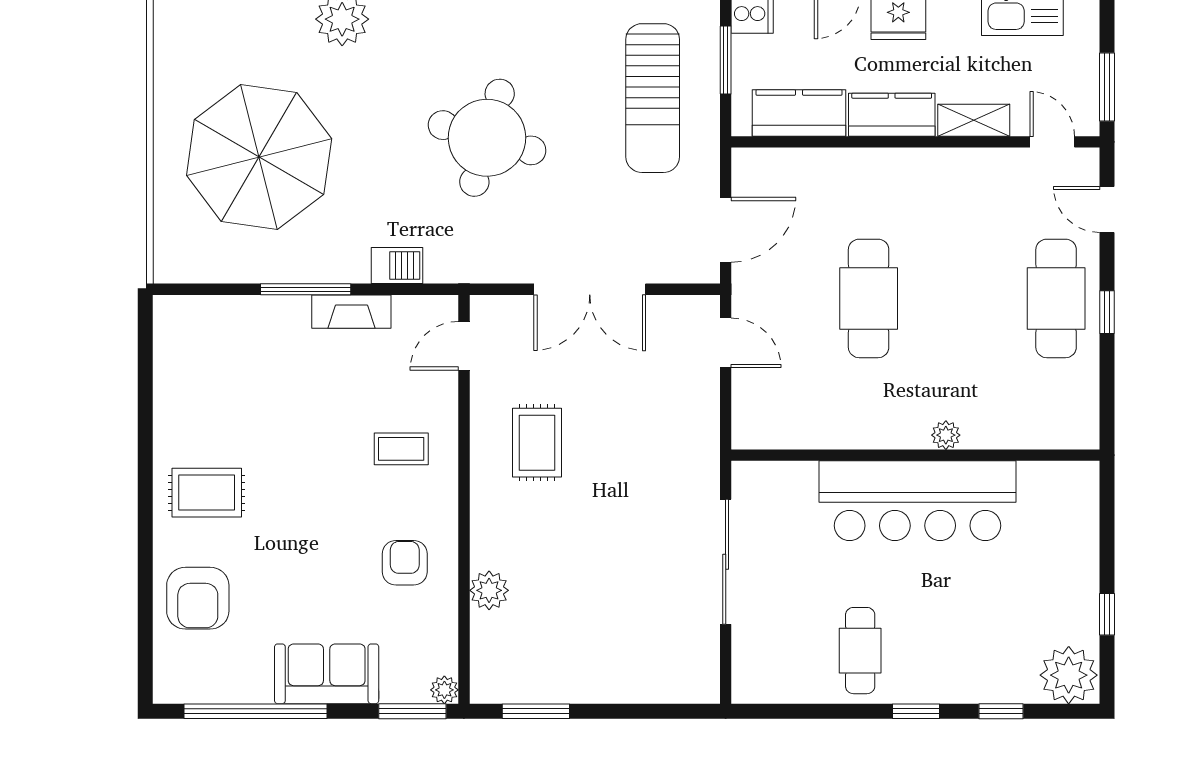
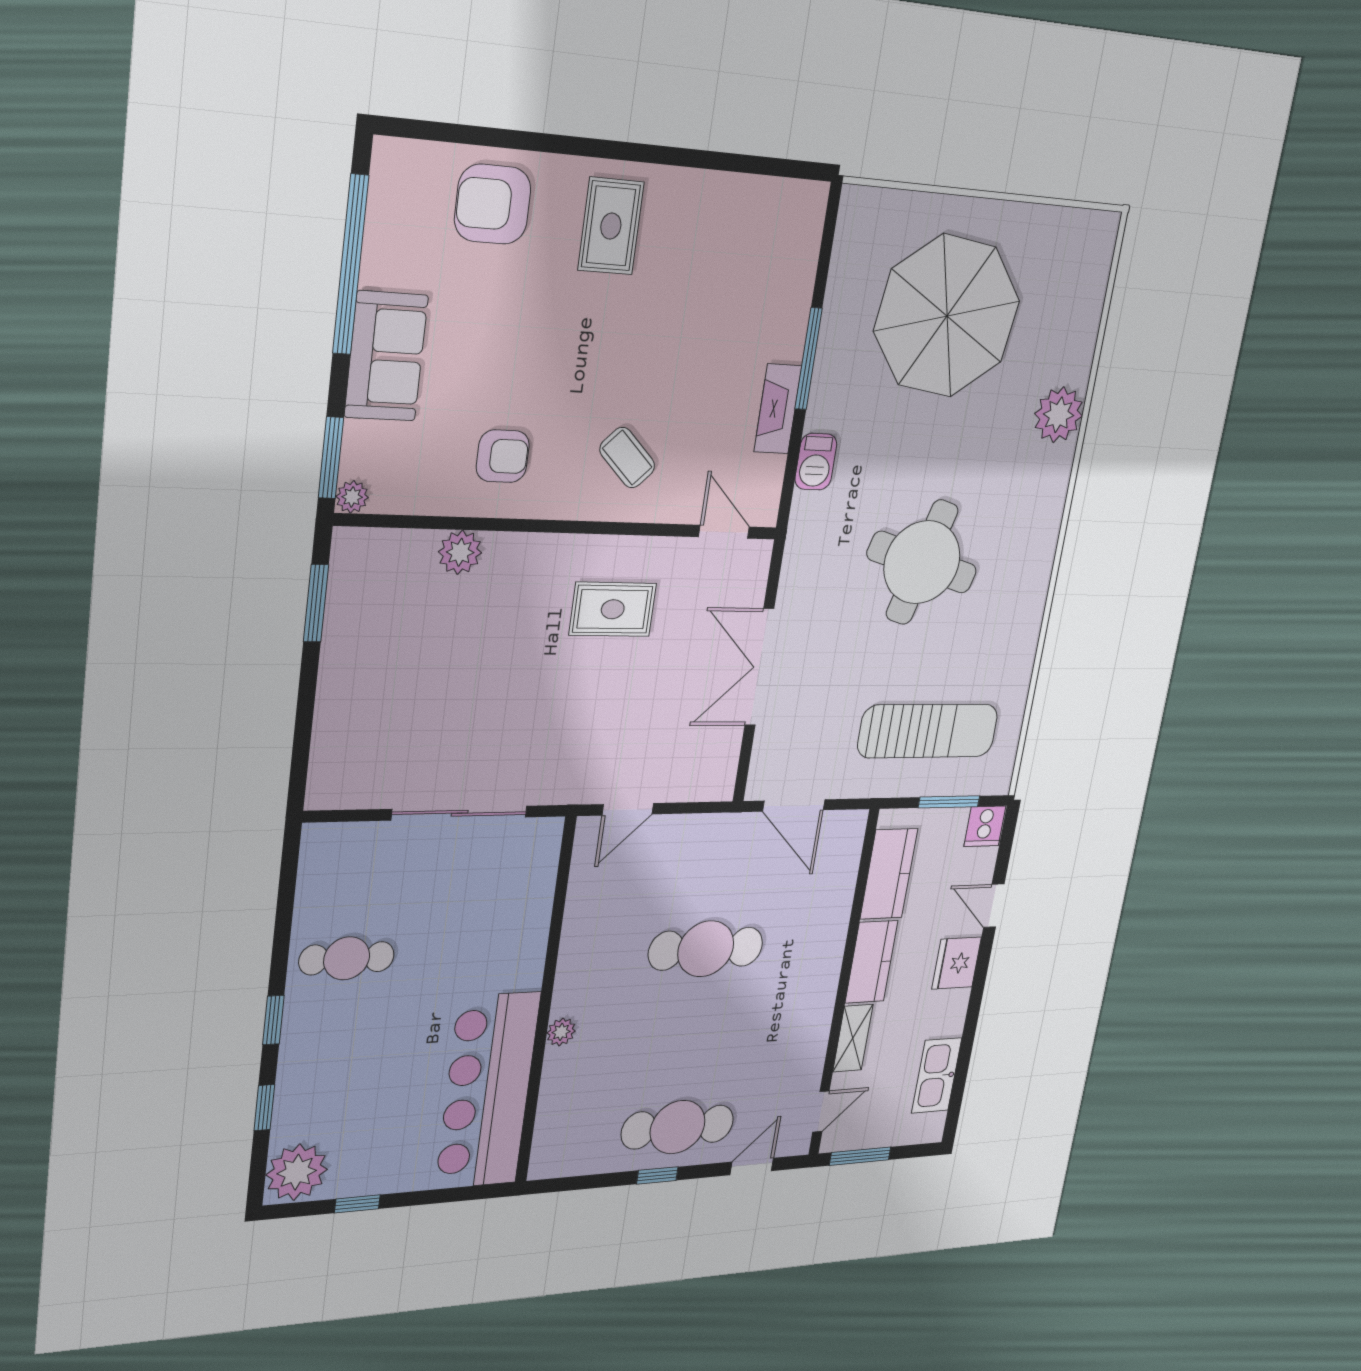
sun lounger: (653, 98) -> (928, 731), turned 180
door: (726, 343) -> (628, 809), moved
coffee table: (401, 449) -> (627, 458), turned -46
bar counter: (917, 501) -> (488, 1091), moved

